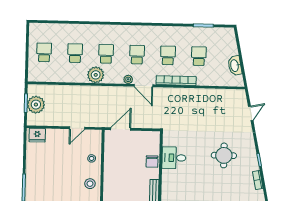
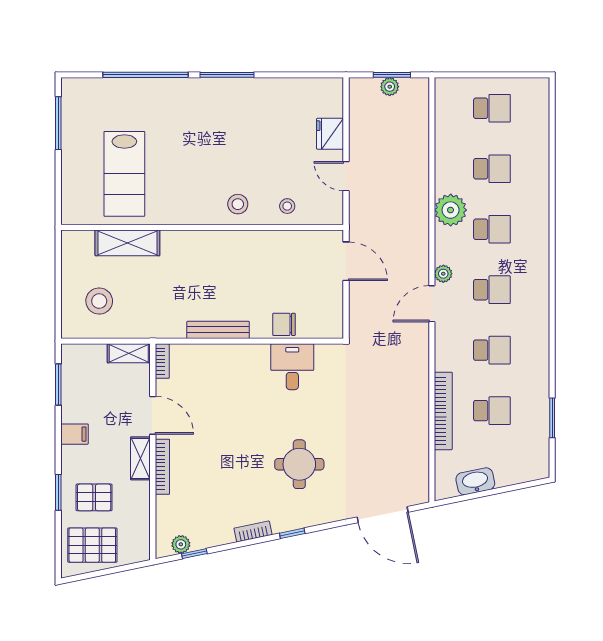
bookcase: (176, 81) -> (443, 411), moved
plant: (36, 105) -> (390, 87), width x0.53, depth x0.53
door: (251, 113) -> (383, 515), width x1.87
fridge: (37, 135) -> (330, 134), moved

